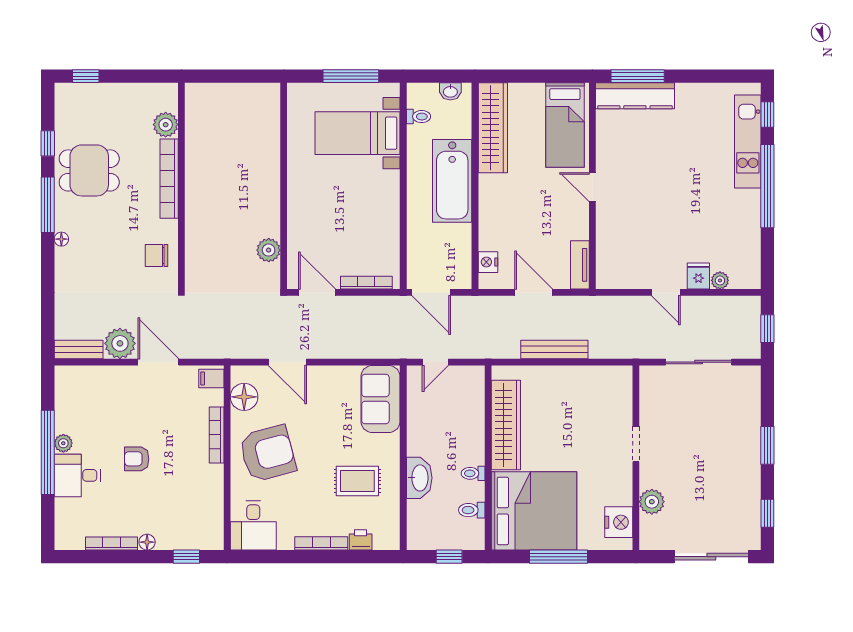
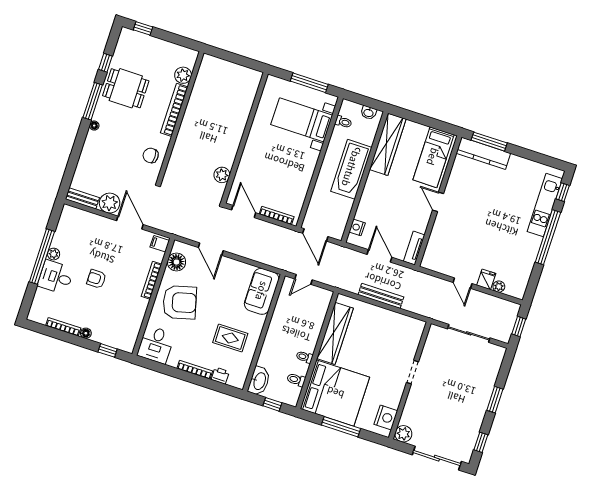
washbasin: (419, 478) -> (259, 381), moved
plant: (652, 502) -> (403, 434), moved

